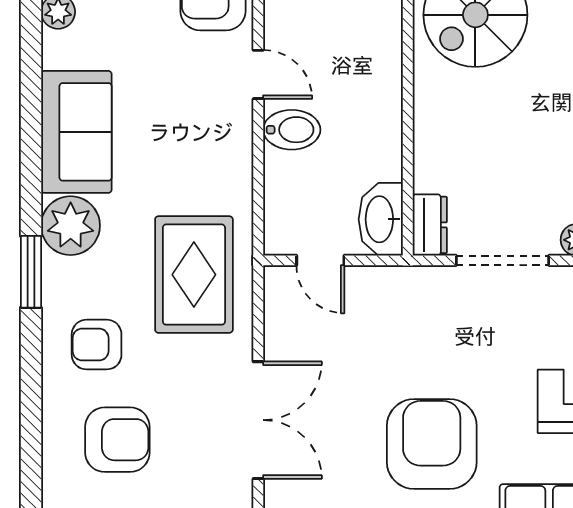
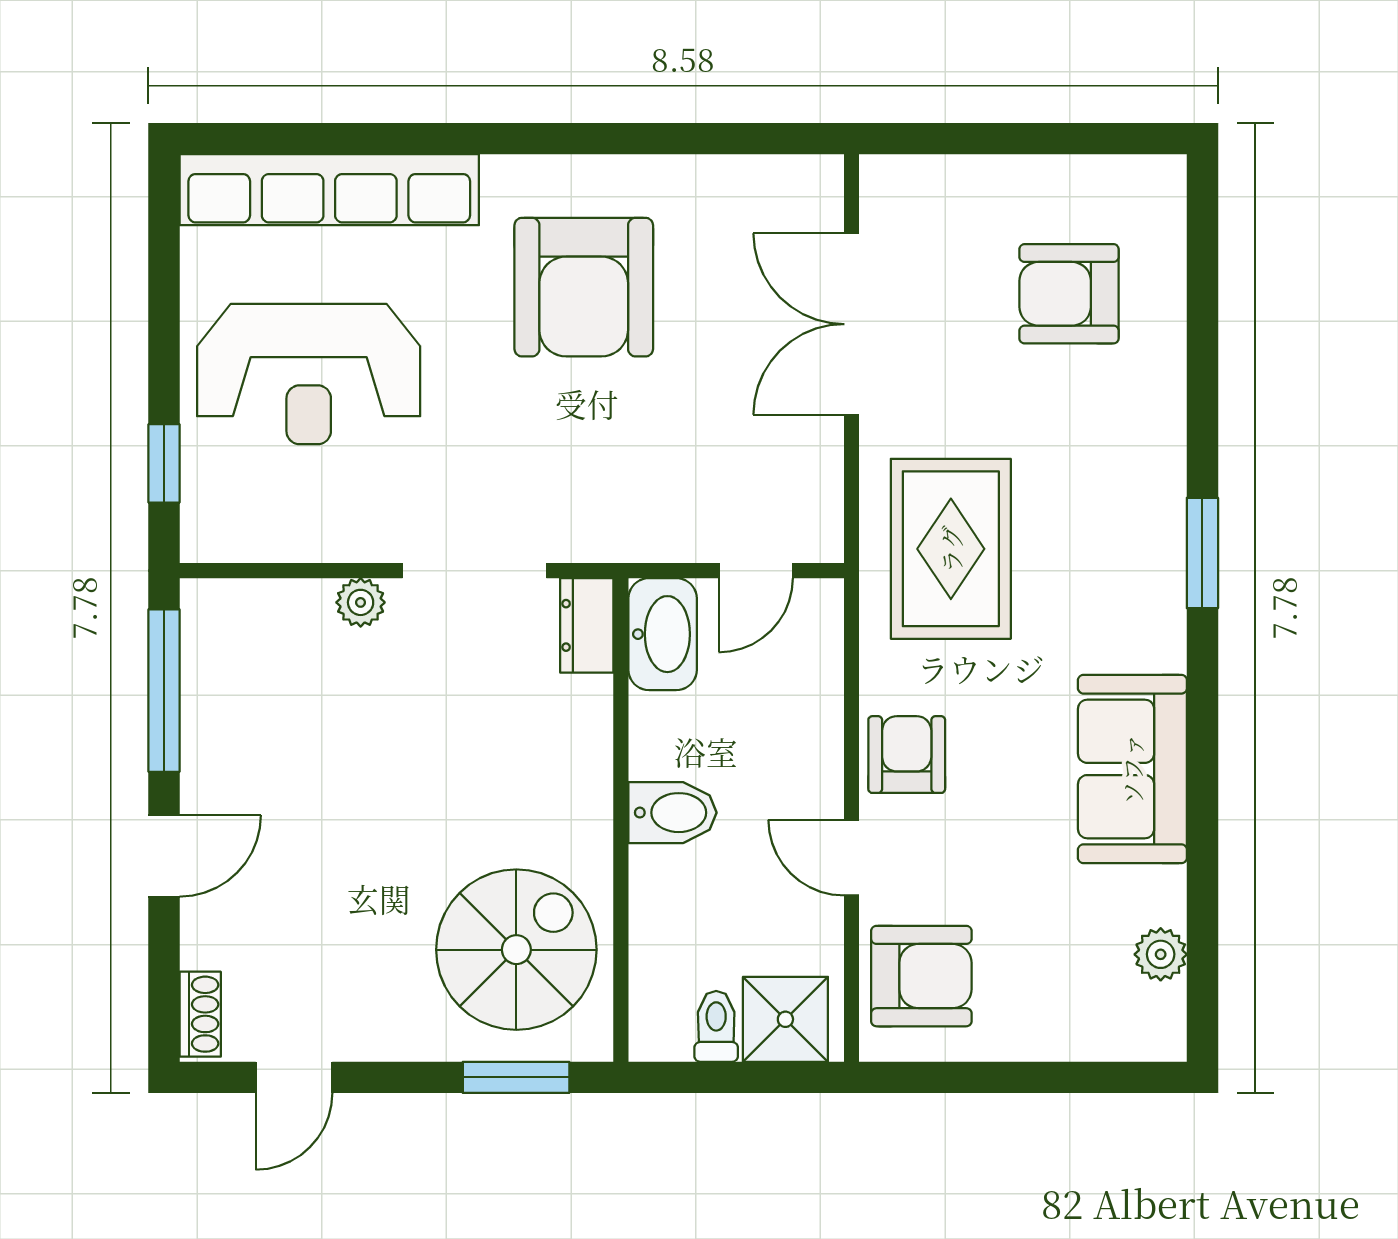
bidet: (292, 130) -> (673, 813), moved, turned 180
plant: (71, 226) -> (1141, 624), removed
door: (320, 260) -> (756, 571), swing flipped
armchair: (97, 345) -> (907, 755), moved, turned -90

